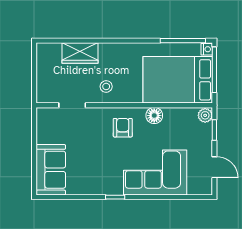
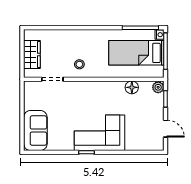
wardrobe: (80, 53) -> (32, 54), moved, turned -90
bed: (178, 80) -> (136, 53), width x0.67
floor lamp: (154, 116) -> (132, 87), moved
armchair: (123, 128) -> (93, 97), removed
corner sofa: (155, 172) -> (100, 133), moved

